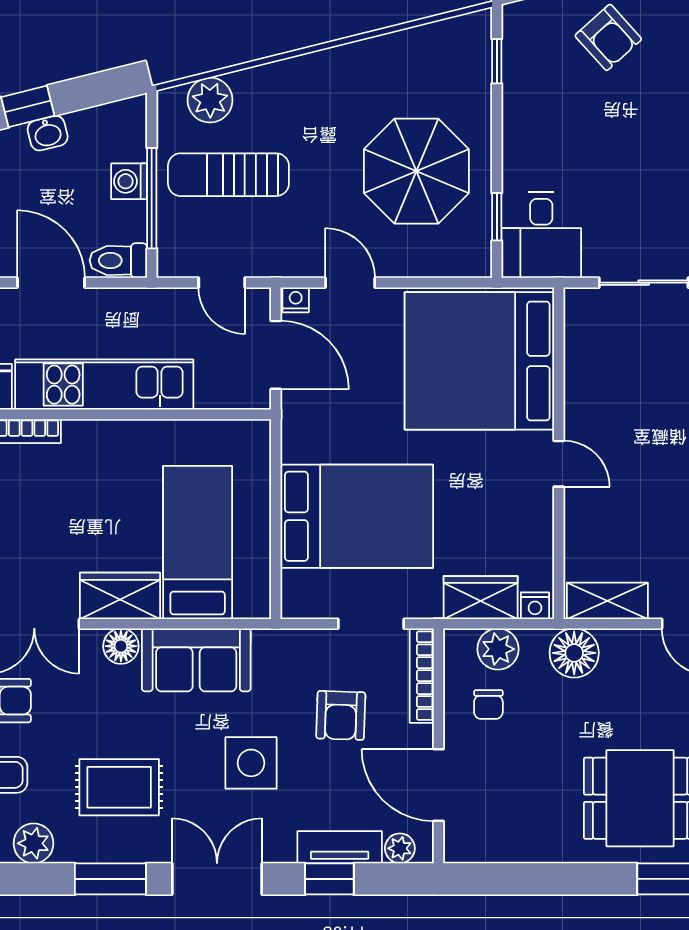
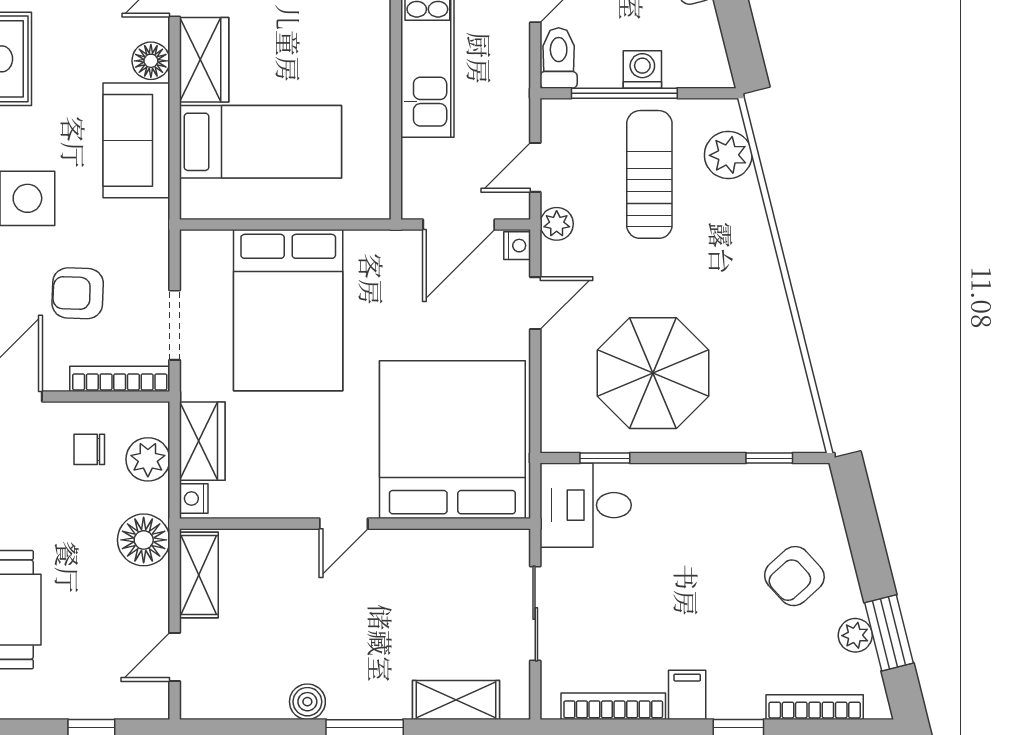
plant: (275, 262) -> (557, 224), added

